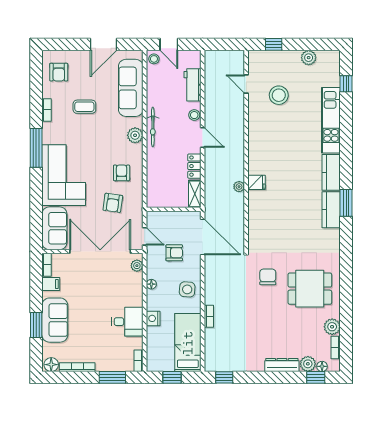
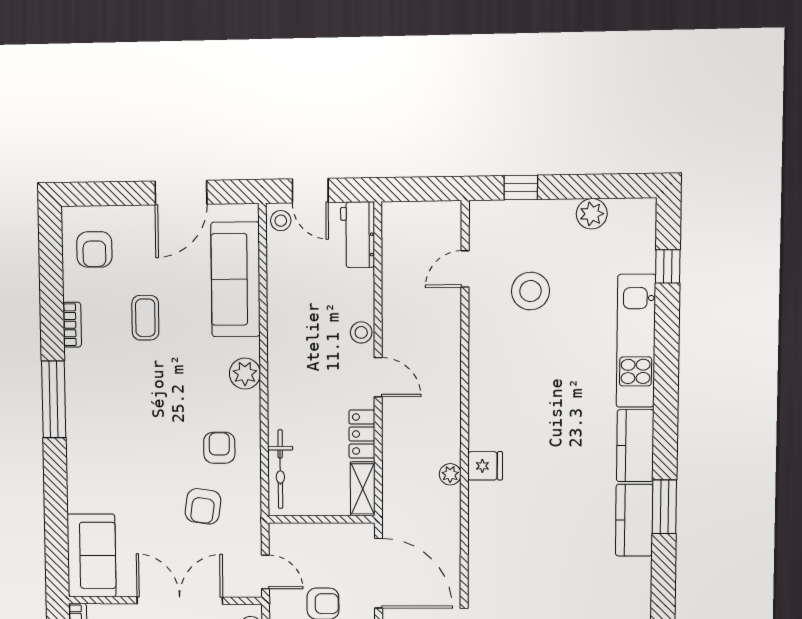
door: (246, 84) -> (465, 269), hinge flipped
workbench: (193, 85) -> (358, 235), moved
coffee table: (84, 107) -> (145, 318), turned 90
bicycle: (153, 127) -> (280, 469), moved
corner sofa: (64, 175) -> (108, 452), removed
double door: (100, 252) -> (180, 600), width x0.73

